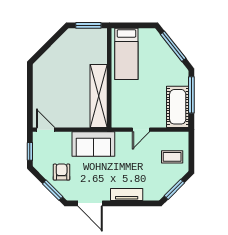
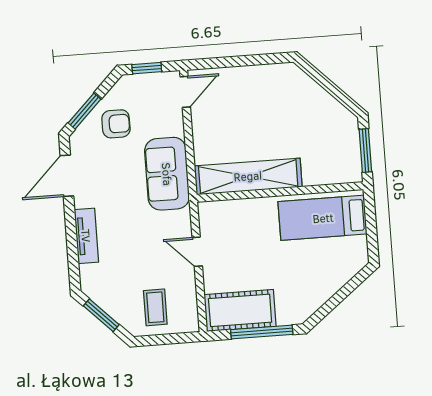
window: (173, 46) -> (341, 295), removed

